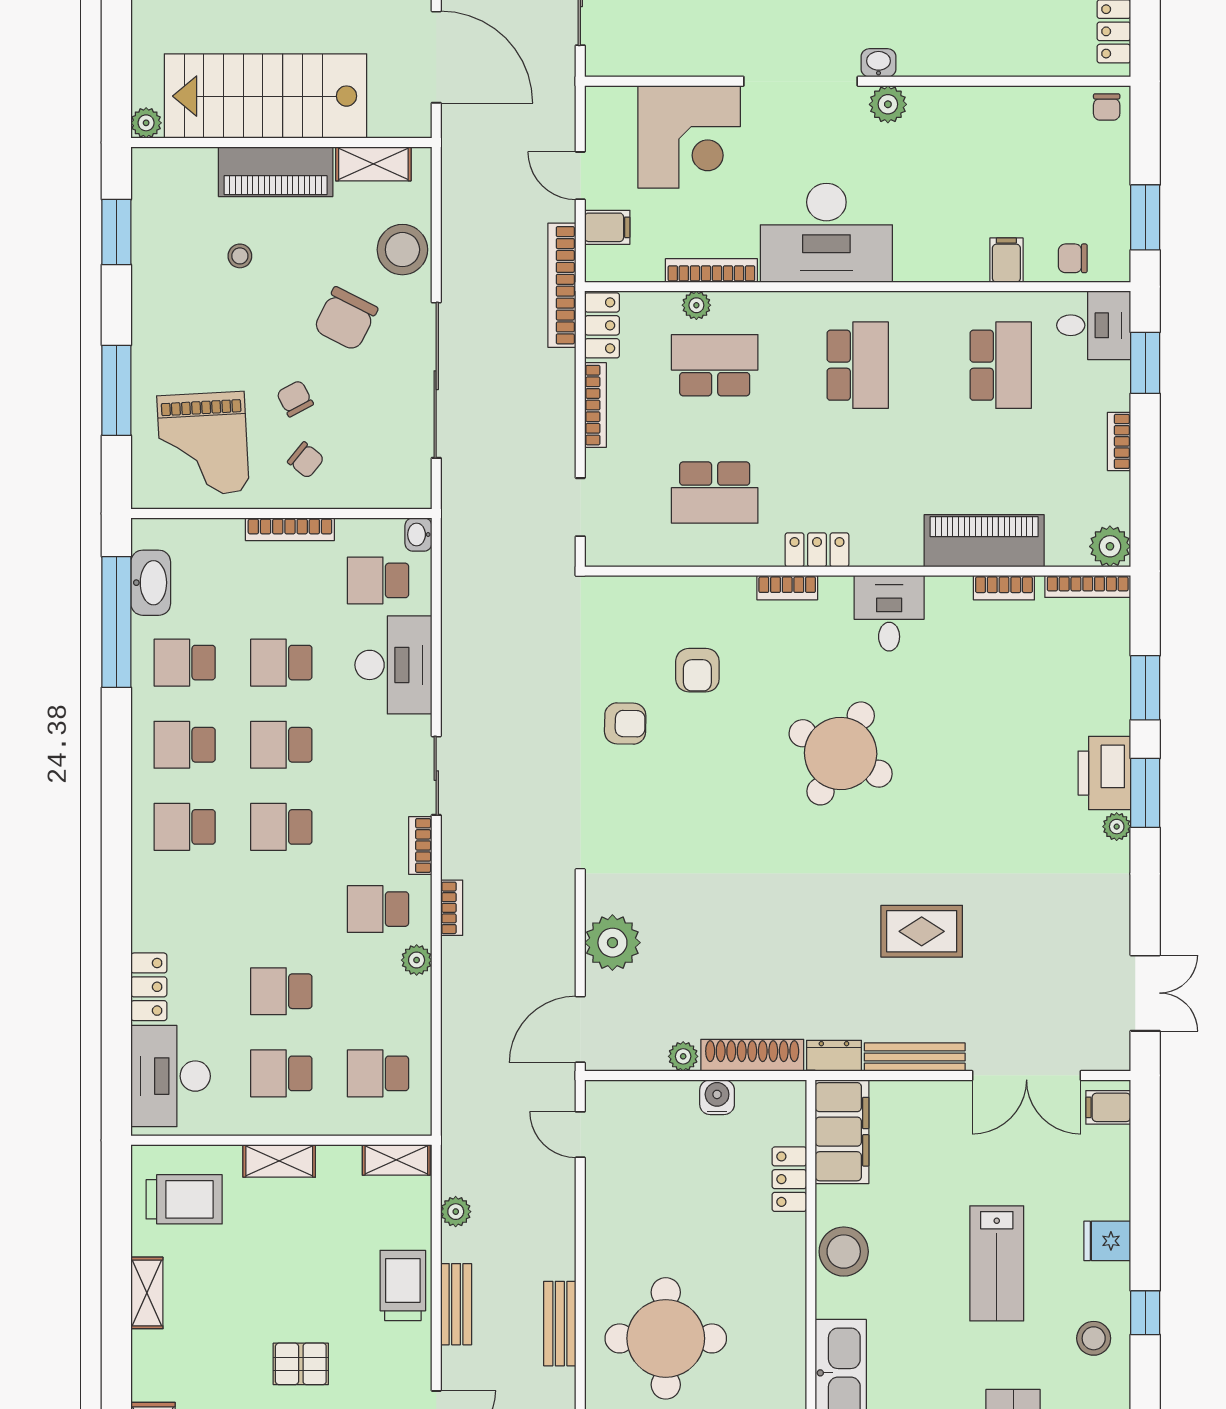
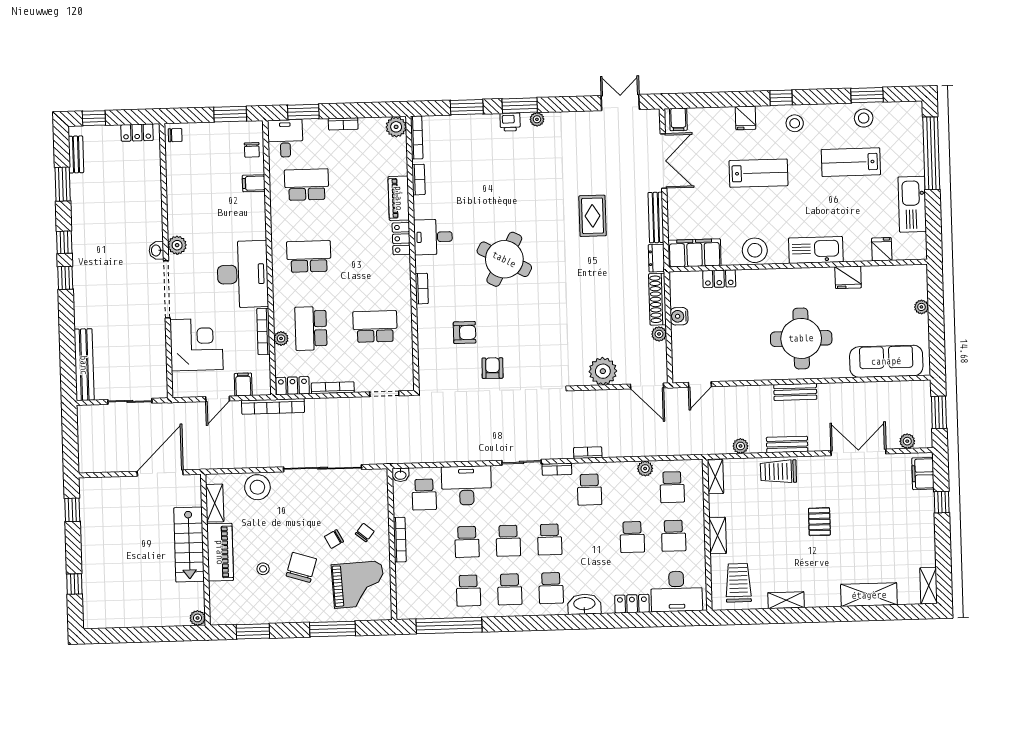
stairs: (266, 96) -> (189, 545), width x0.73, depth x0.66
chair: (346, 319) -> (301, 567), moved, turned -100
school desk: (715, 493) -> (375, 326), turned -90
piano: (984, 541) -> (399, 198), width x0.73, depth x0.75
locker: (817, 550) -> (401, 239), moved
washbasin: (151, 583) -> (584, 604), moved
printer: (1104, 773) -> (510, 122), width x0.53, depth x0.68
plant: (417, 960) -> (645, 469), moved

